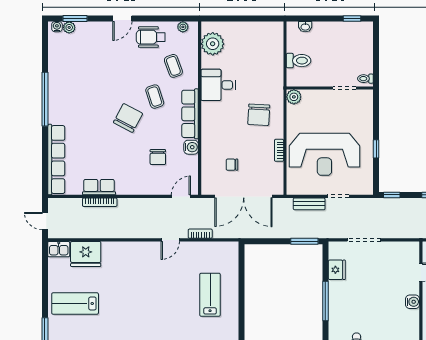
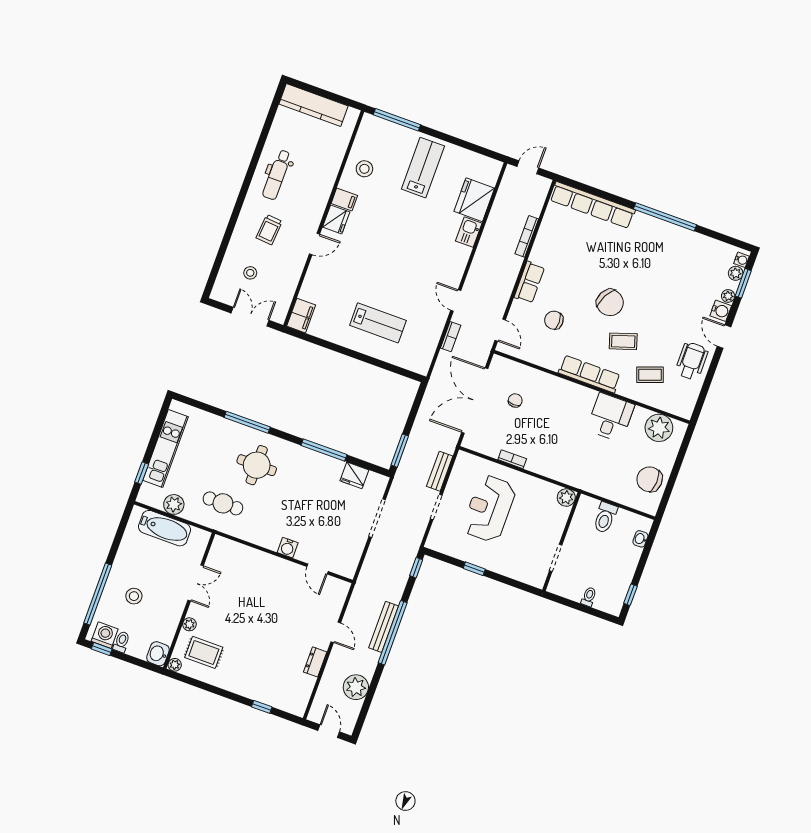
plant: (183, 27) -> (728, 296), moved
toilet: (365, 79) -> (589, 597), moved
chair: (259, 115) -> (650, 479), moved
water cooler: (191, 147) -> (721, 311), moved, turned -90
reception desk: (324, 154) -> (489, 509), width x0.74, depth x0.77
row of seats: (99, 187) -> (529, 282), moved
kitchen sink: (59, 249) -> (469, 232), moved

